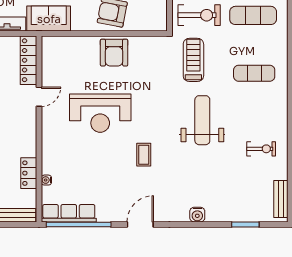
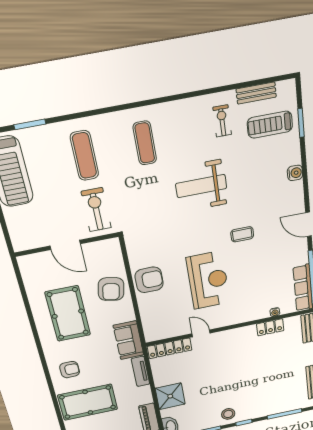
treadmill: (193, 60) -> (270, 125), moved
bench: (281, 199) -> (256, 93), moved

